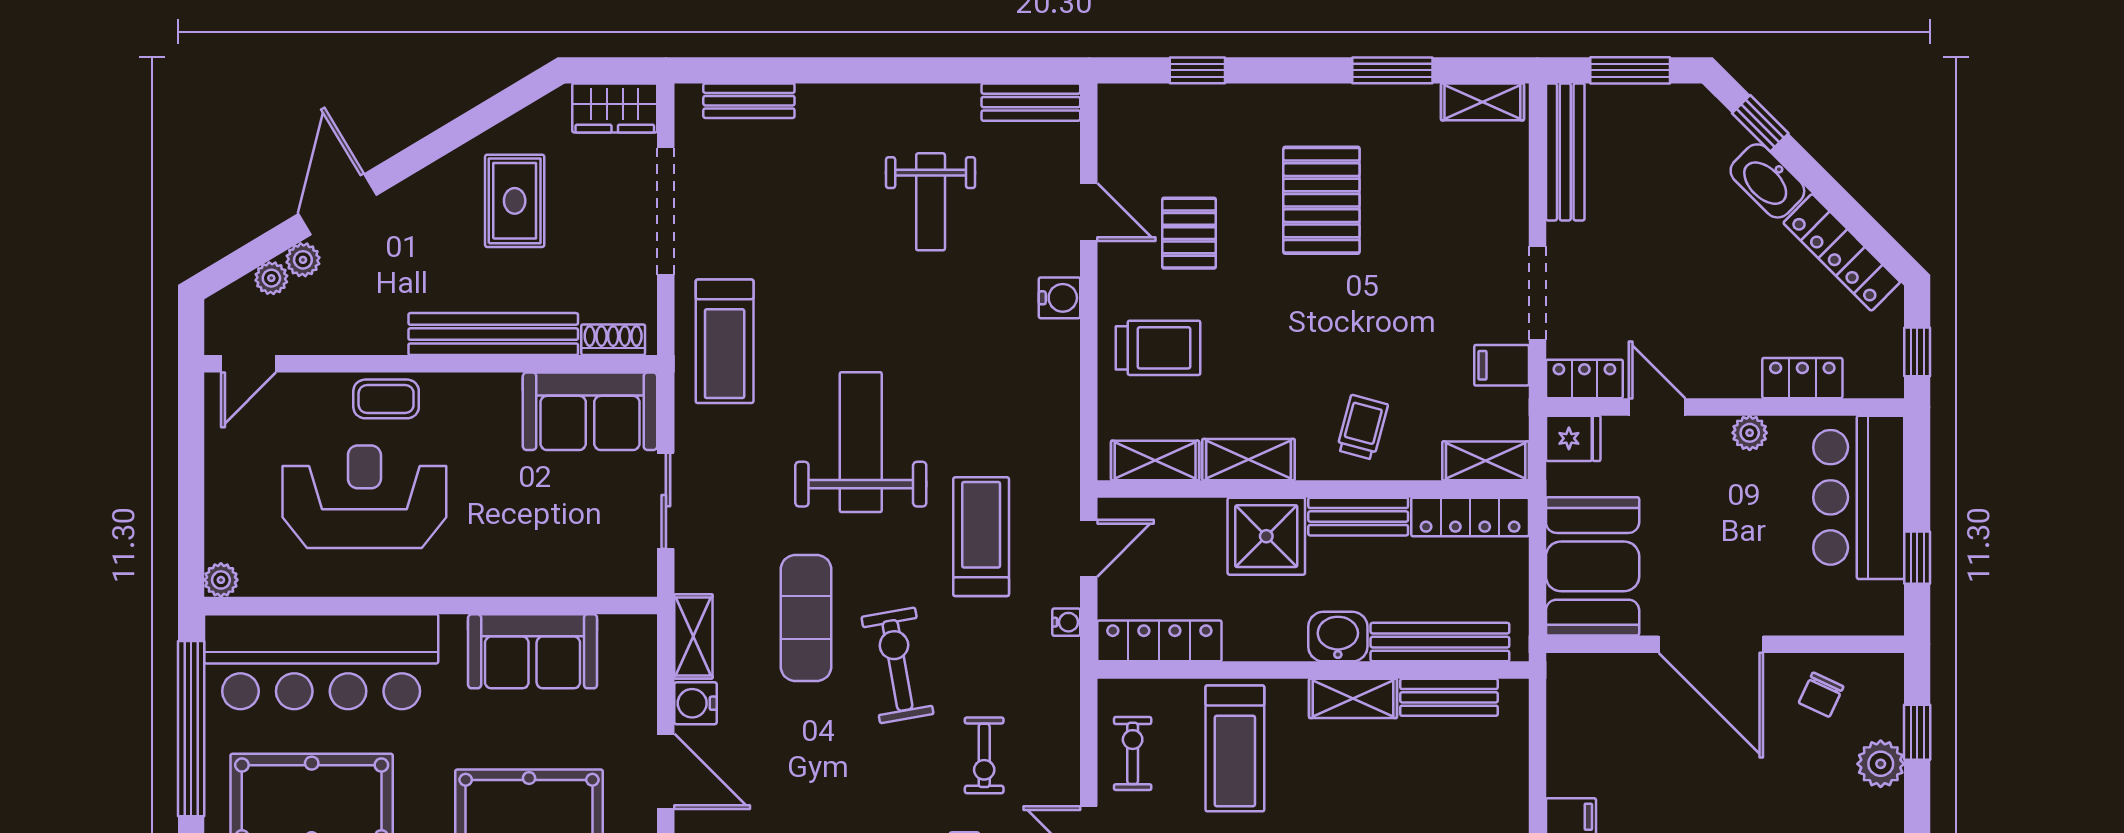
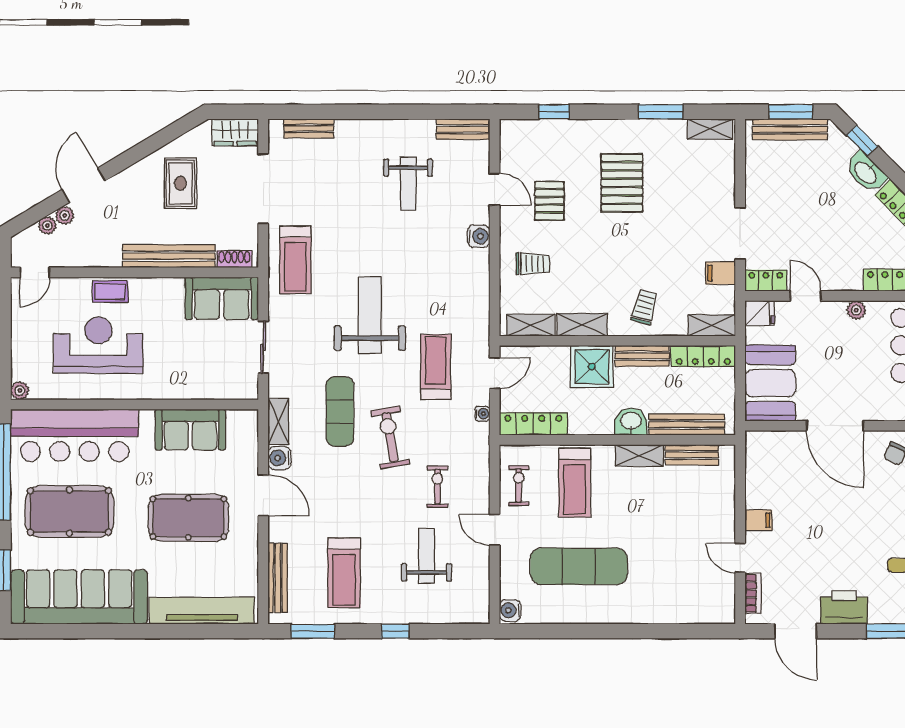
bench: (1565, 152) -> (790, 129), moved, turned 90
trolley: (1158, 348) -> (533, 264), width x0.73, depth x0.72
exercise bike: (984, 755) -> (437, 487), turned 180

